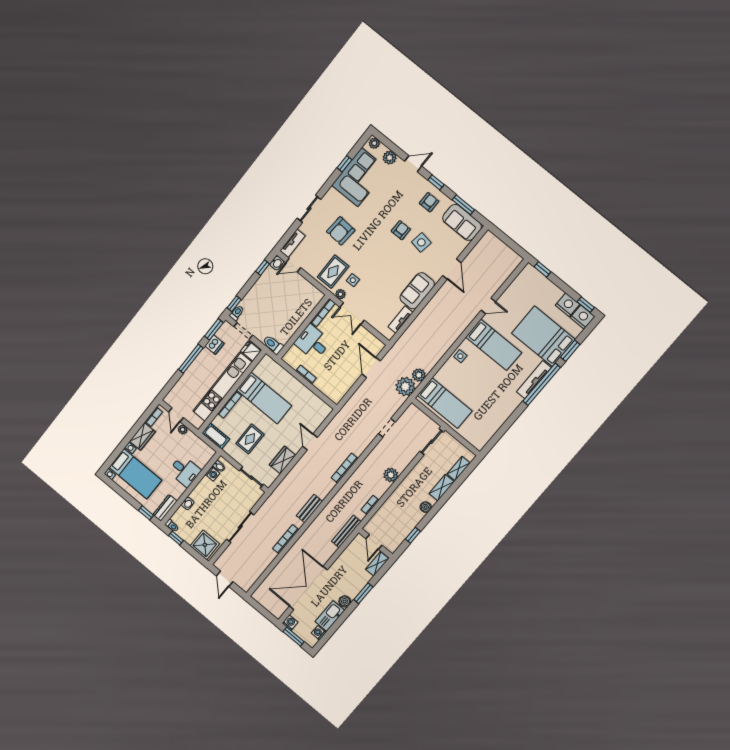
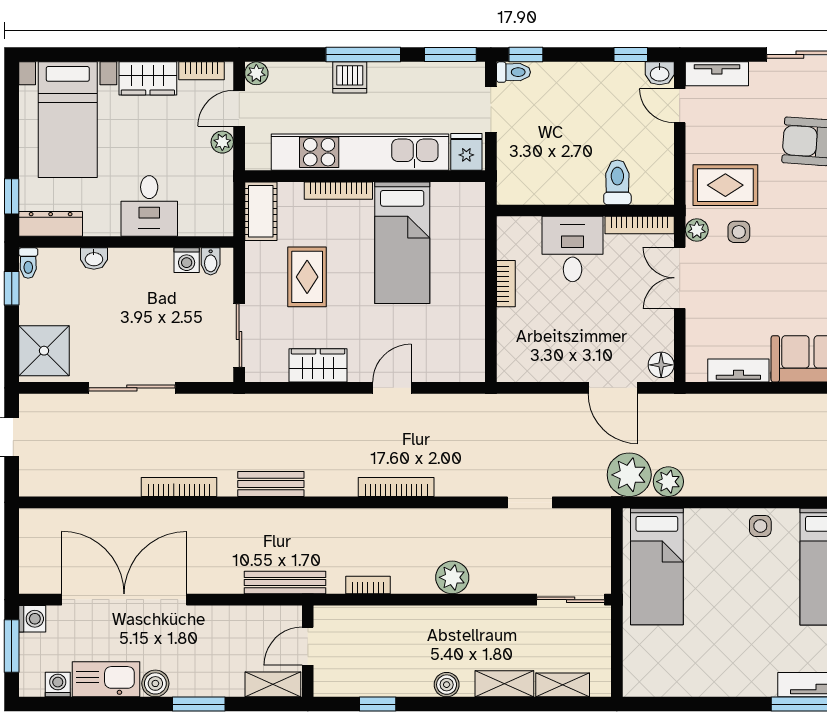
dishwasher: (214, 345) -> (350, 77), moved
toilet: (273, 345) -> (617, 182), moved
floor lamp: (377, 345) -> (661, 365), added
door: (371, 367) -> (613, 388), swing flipped
plant: (169, 399) -> (256, 73), added
rug: (250, 439) -> (307, 277), turned 90

